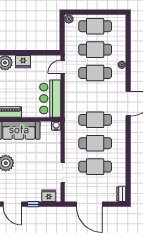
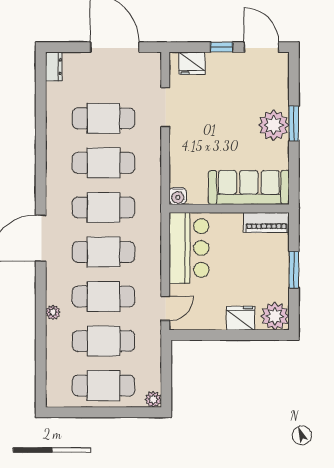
cafe table: (95, 96) -> (104, 252), added

